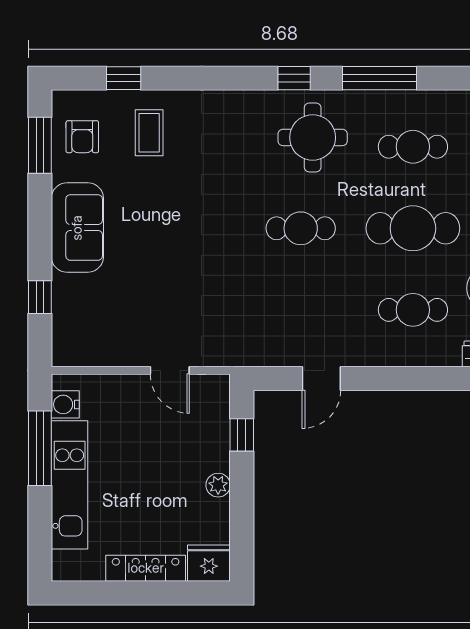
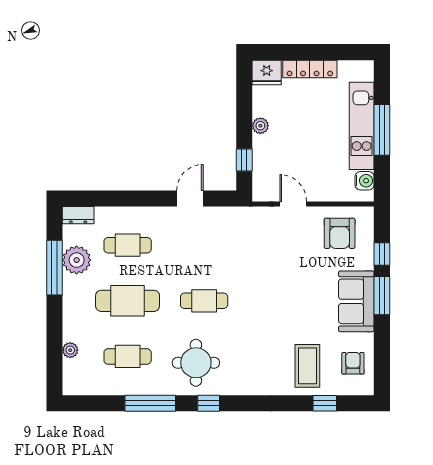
coffee table: (149, 133) -> (307, 366), width x1.36, depth x1.30
window: (40, 145) -> (382, 296), moved
armchair: (102, 327) -> (340, 233), added
window: (40, 448) -> (382, 130), moved

